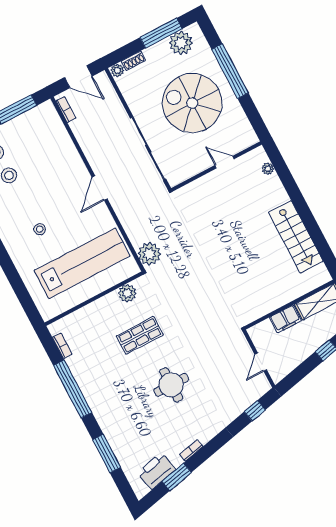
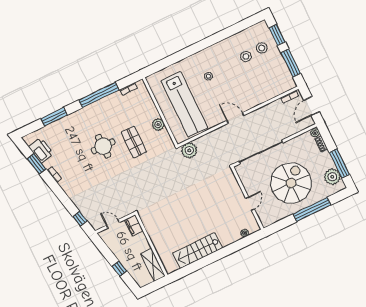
plant: (127, 293) -> (158, 125), moved
filing cabinet: (285, 319) -> (134, 225), moved
round table: (171, 385) -> (103, 146), moved

